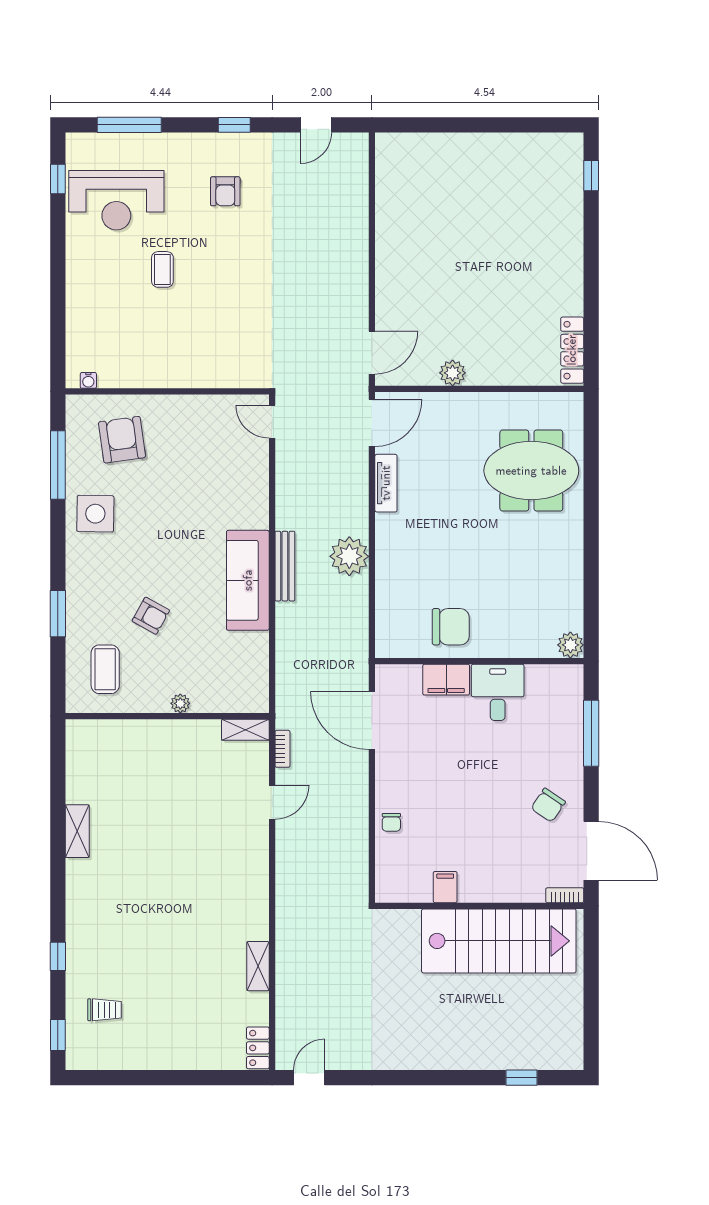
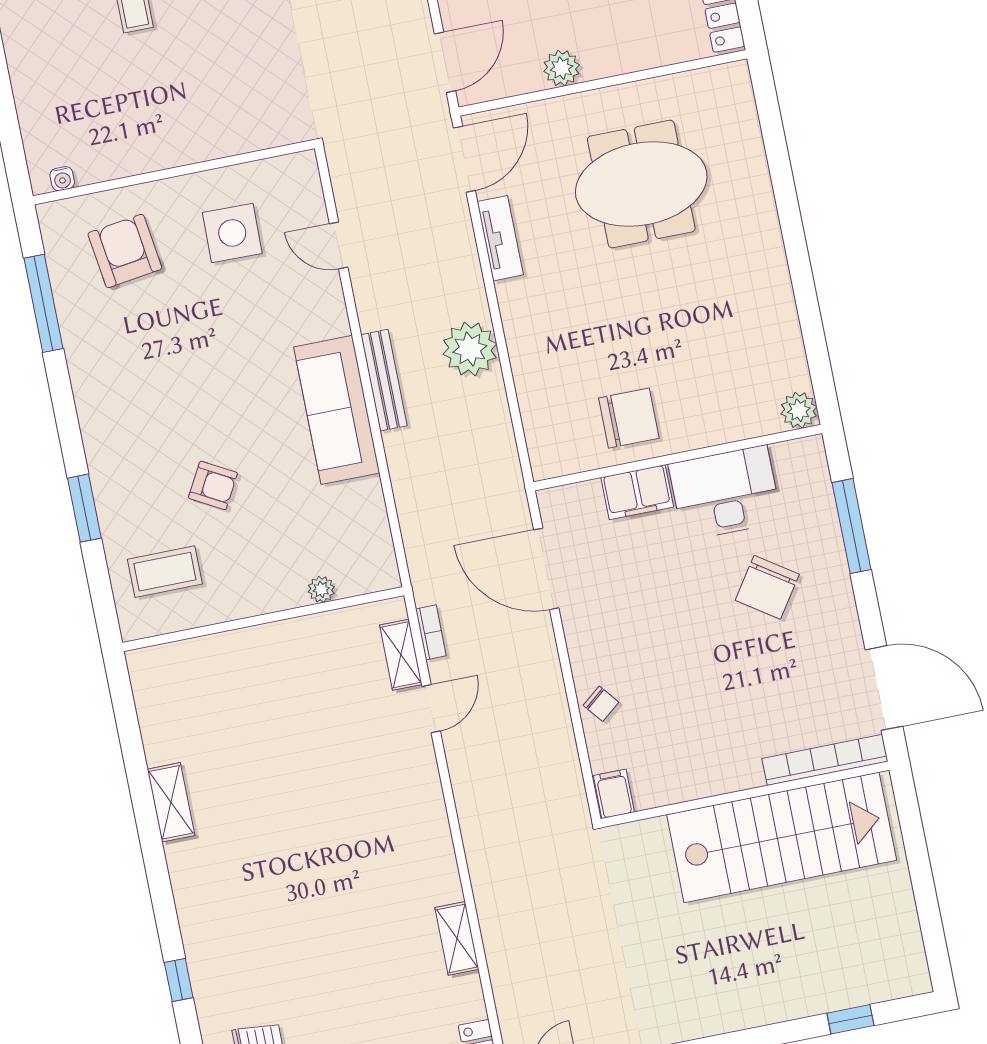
door: (272, 422) -> (339, 246), moved
meeting table: (531, 471) -> (641, 184), moved
side table: (95, 514) -> (232, 233), moved
coffee table: (105, 669) -> (165, 572), turned 90
desk: (498, 692) -> (725, 493), width x1.37
plant: (180, 703) -> (321, 589), moved
shelving: (245, 730) -> (401, 655), moved, turned 90
chair: (548, 805) -> (767, 587), moved, width x1.37, depth x1.37
chair: (391, 822) -> (601, 704), turned -39
filing cabinet: (445, 887) -> (614, 794), moved
bookcase: (565, 895) -> (825, 760), width x2.31, depth x1.31

